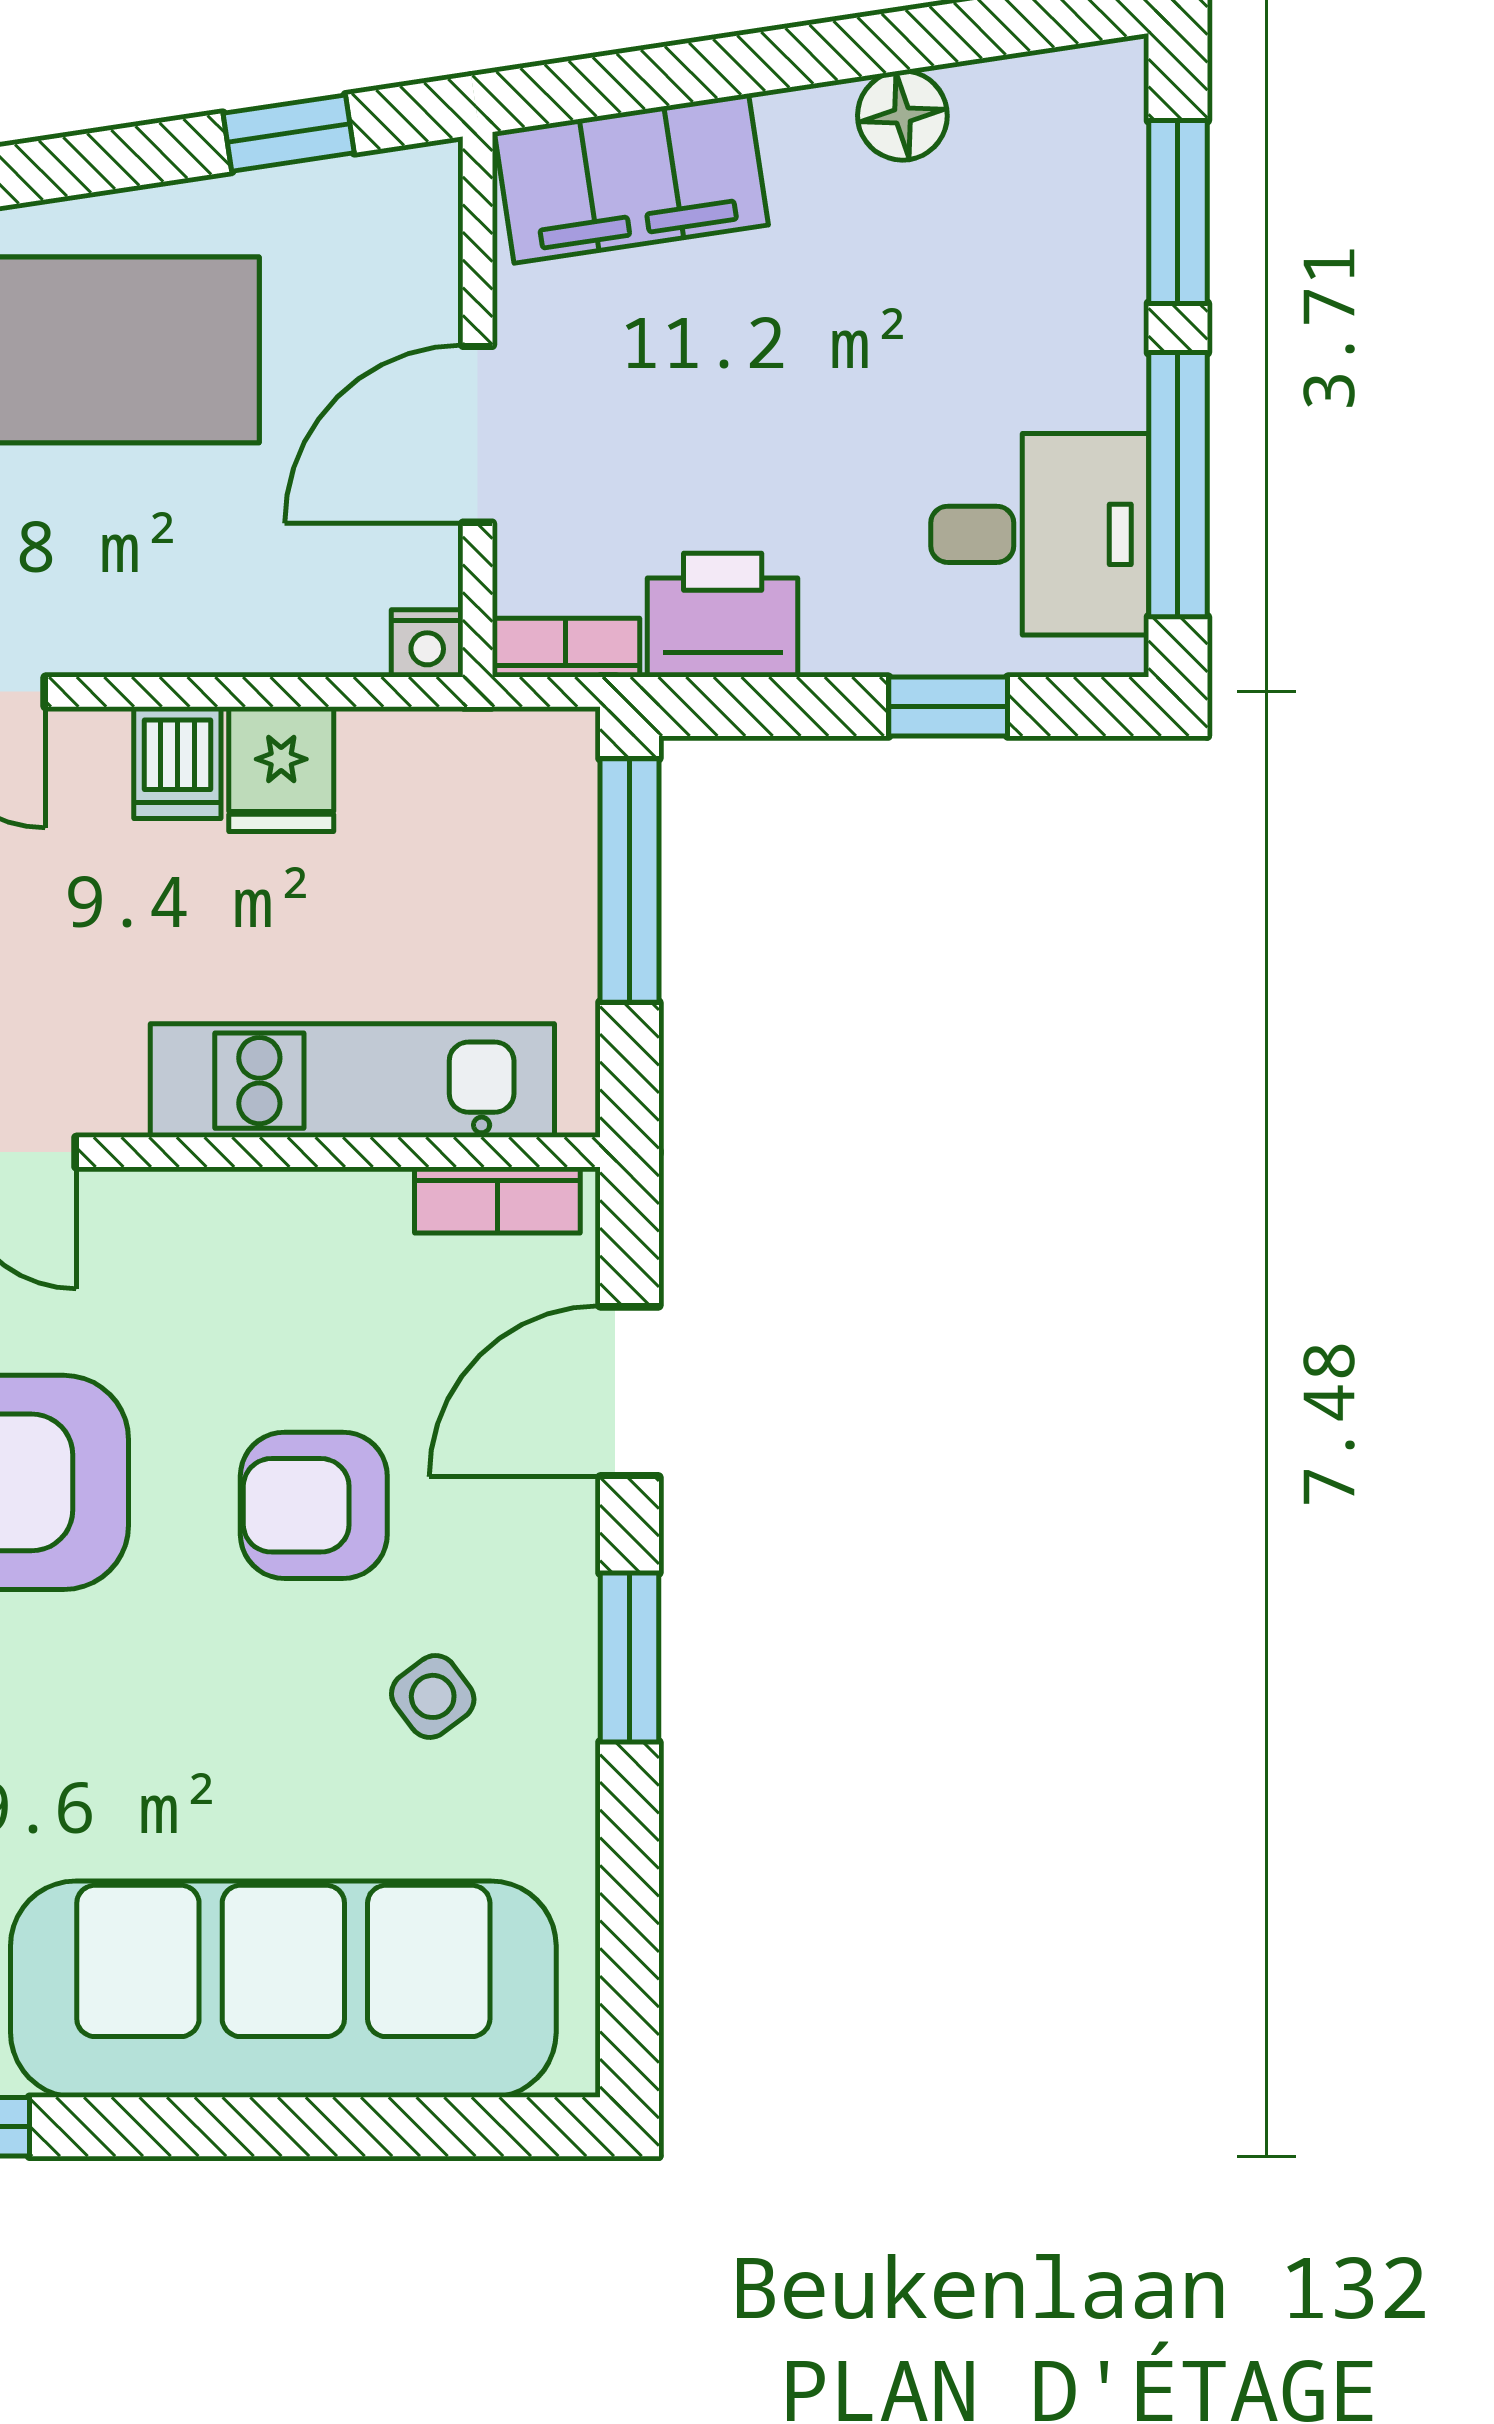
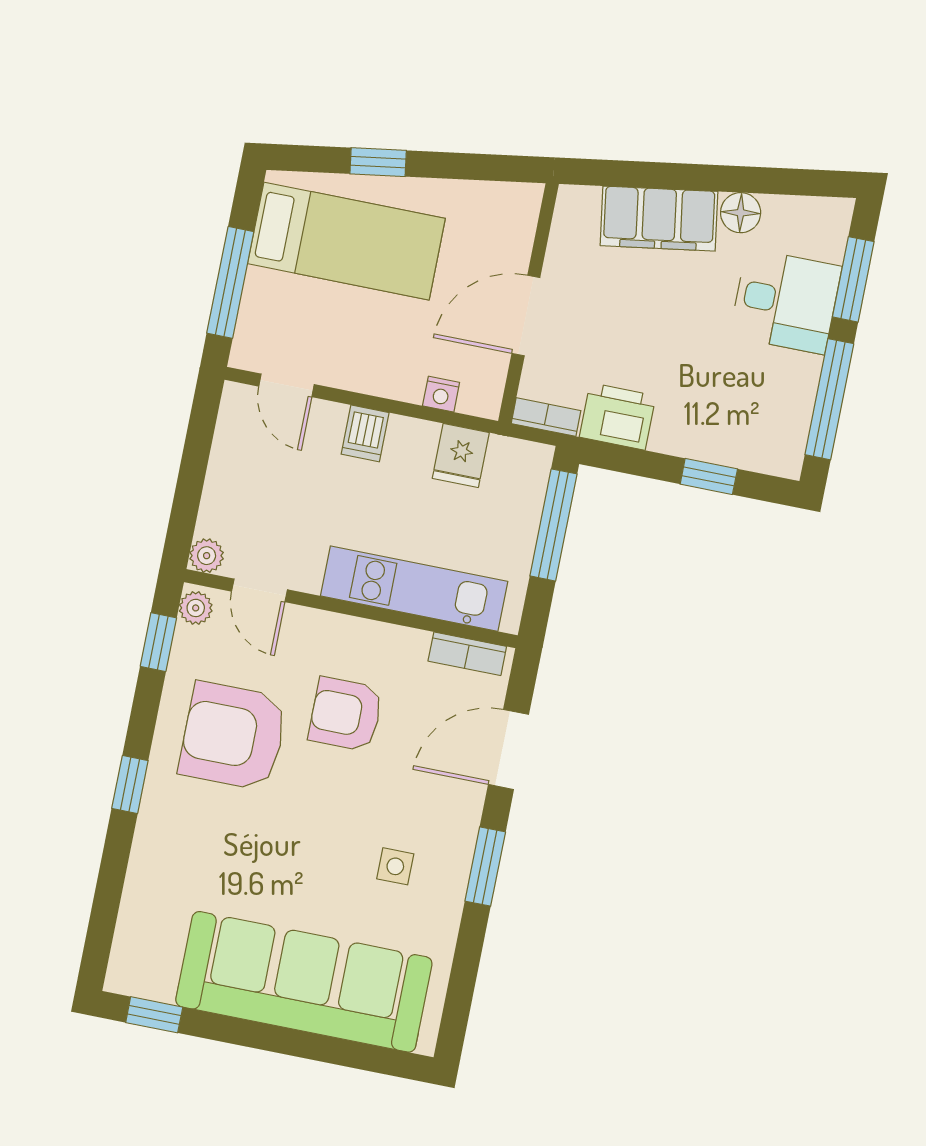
window: (289, 133) -> (378, 162), moved
filing cabinet: (631, 178) -> (659, 219), moved
desk: (1040, 534) -> (786, 301), moved
nightstand: (427, 643) -> (441, 394), moved
fridge: (281, 769) -> (461, 455), moved
armchair: (314, 1505) -> (346, 714), moved
side table: (433, 1696) -> (395, 866), turned 37

